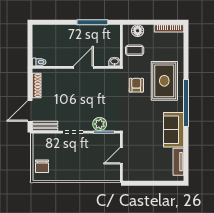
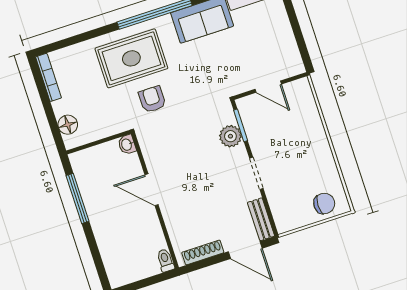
coffee table: (135, 50) -> (99, 119), removed
armchair: (136, 85) -> (152, 99), turned 90

